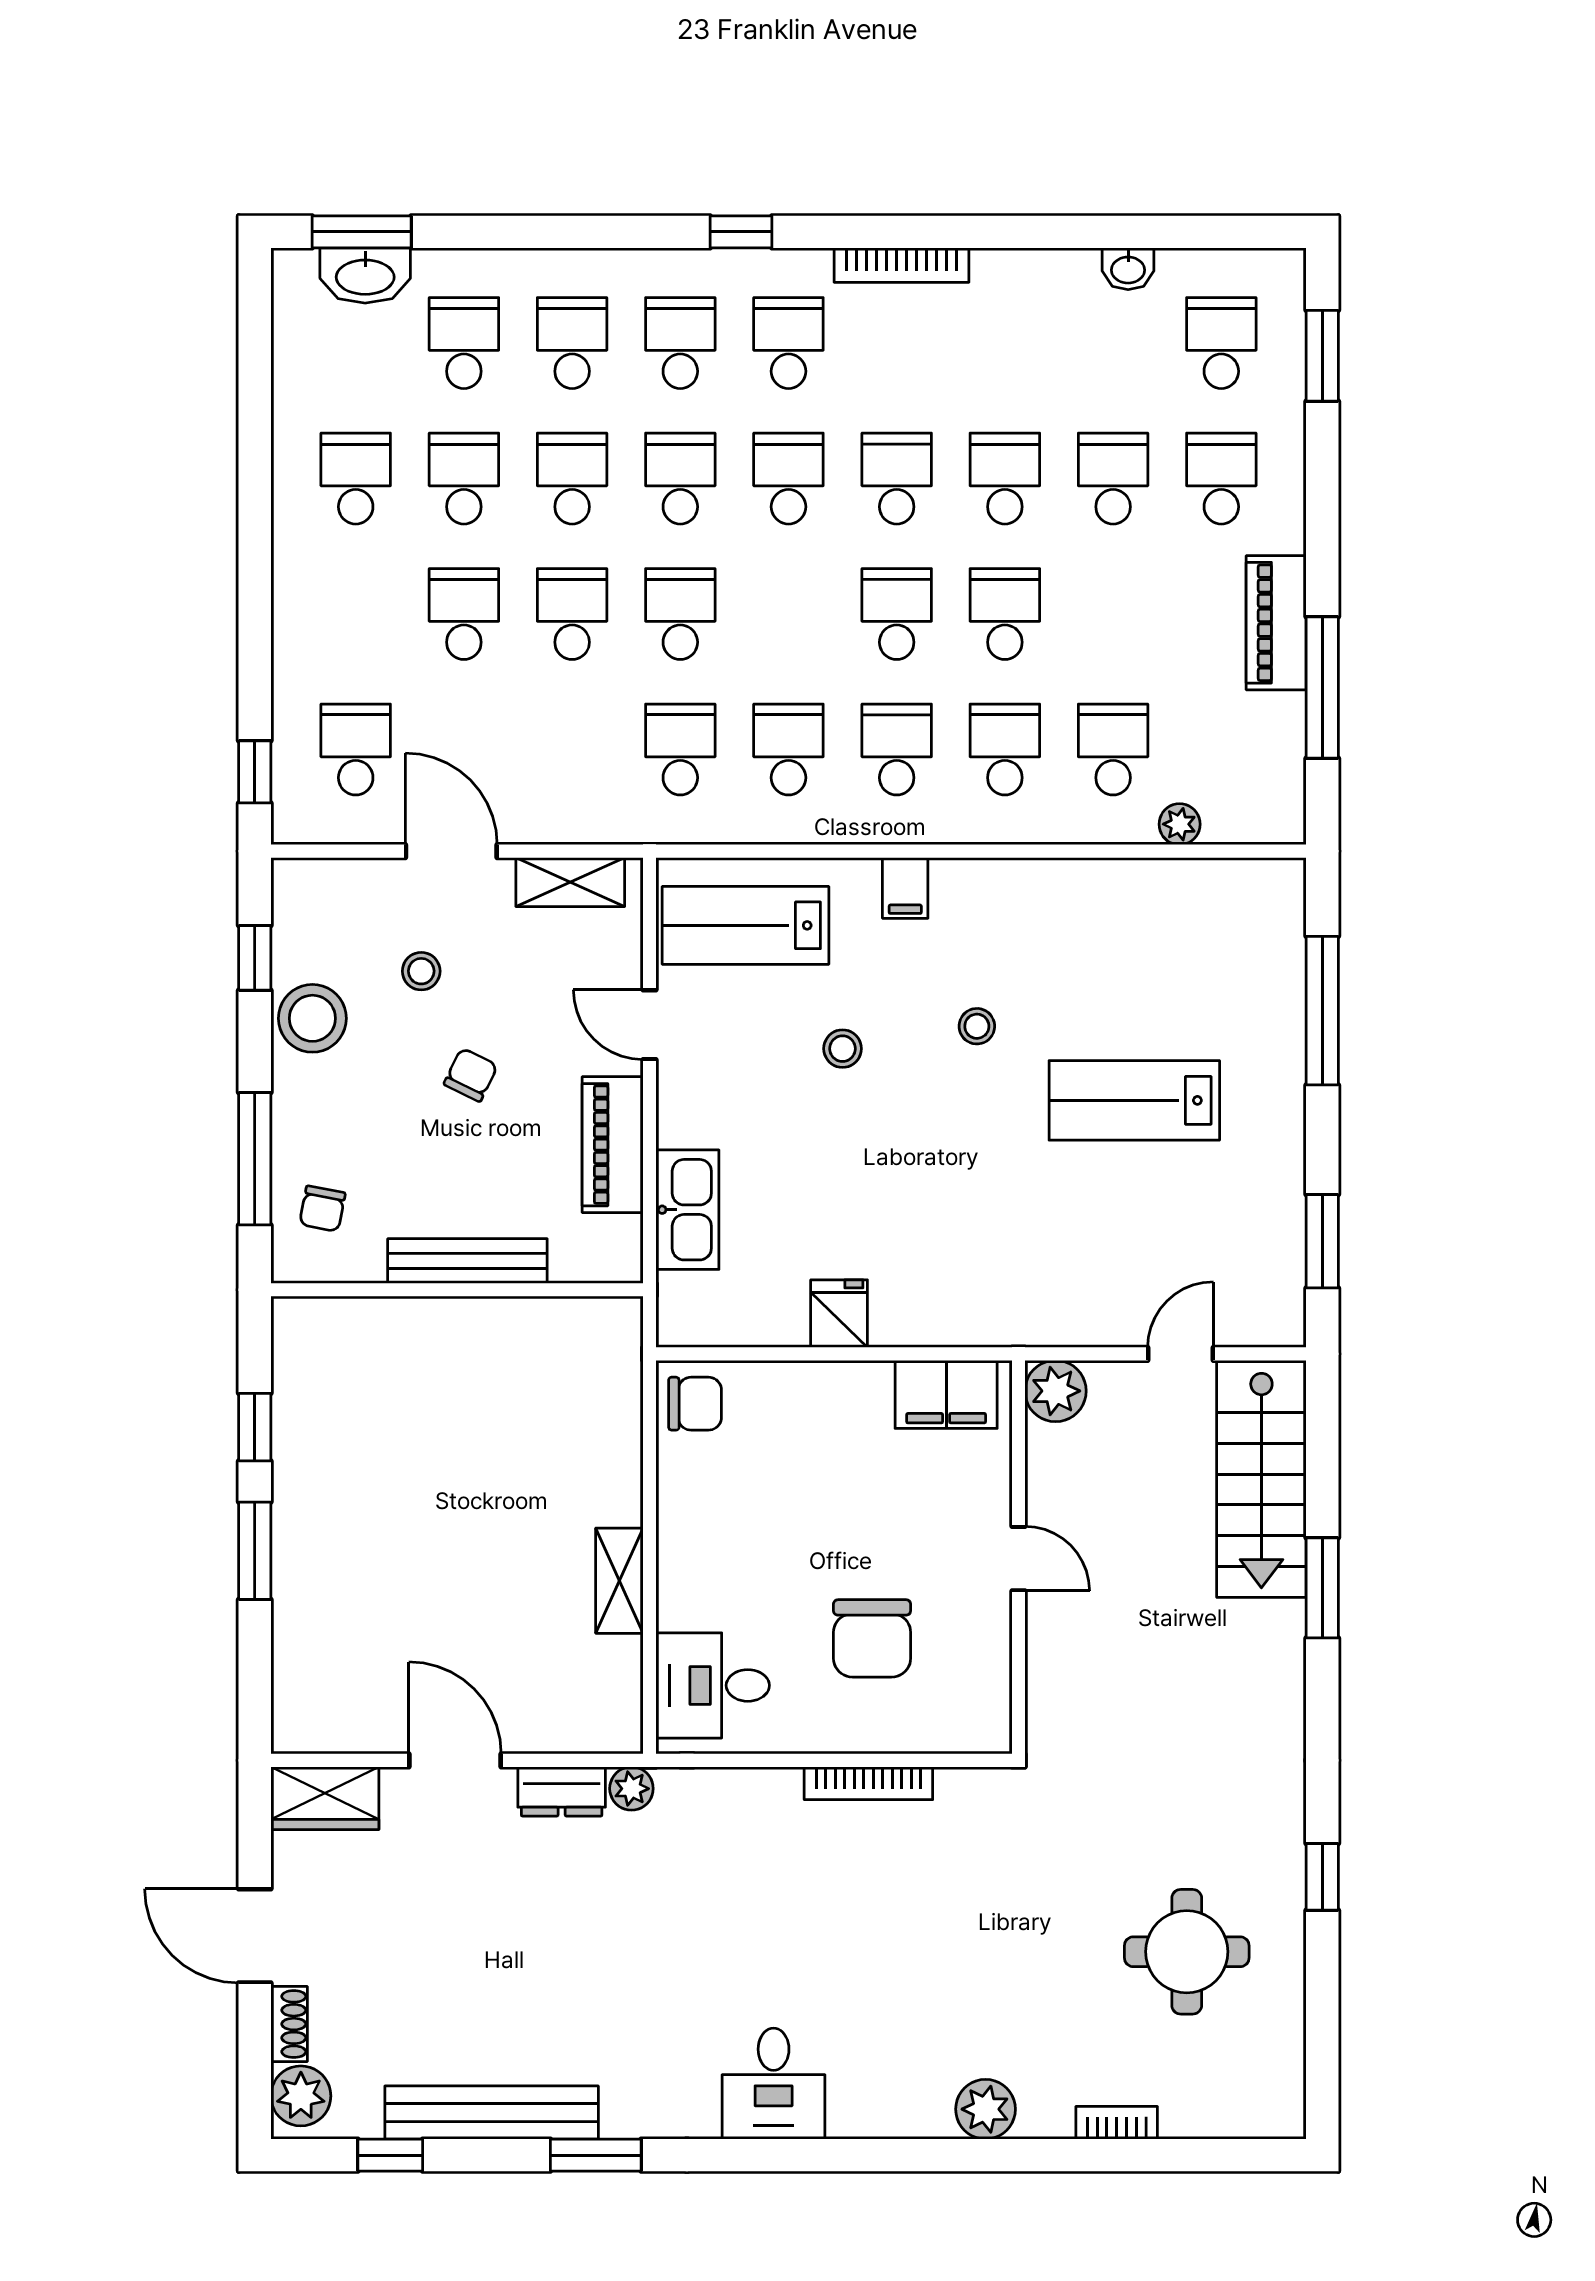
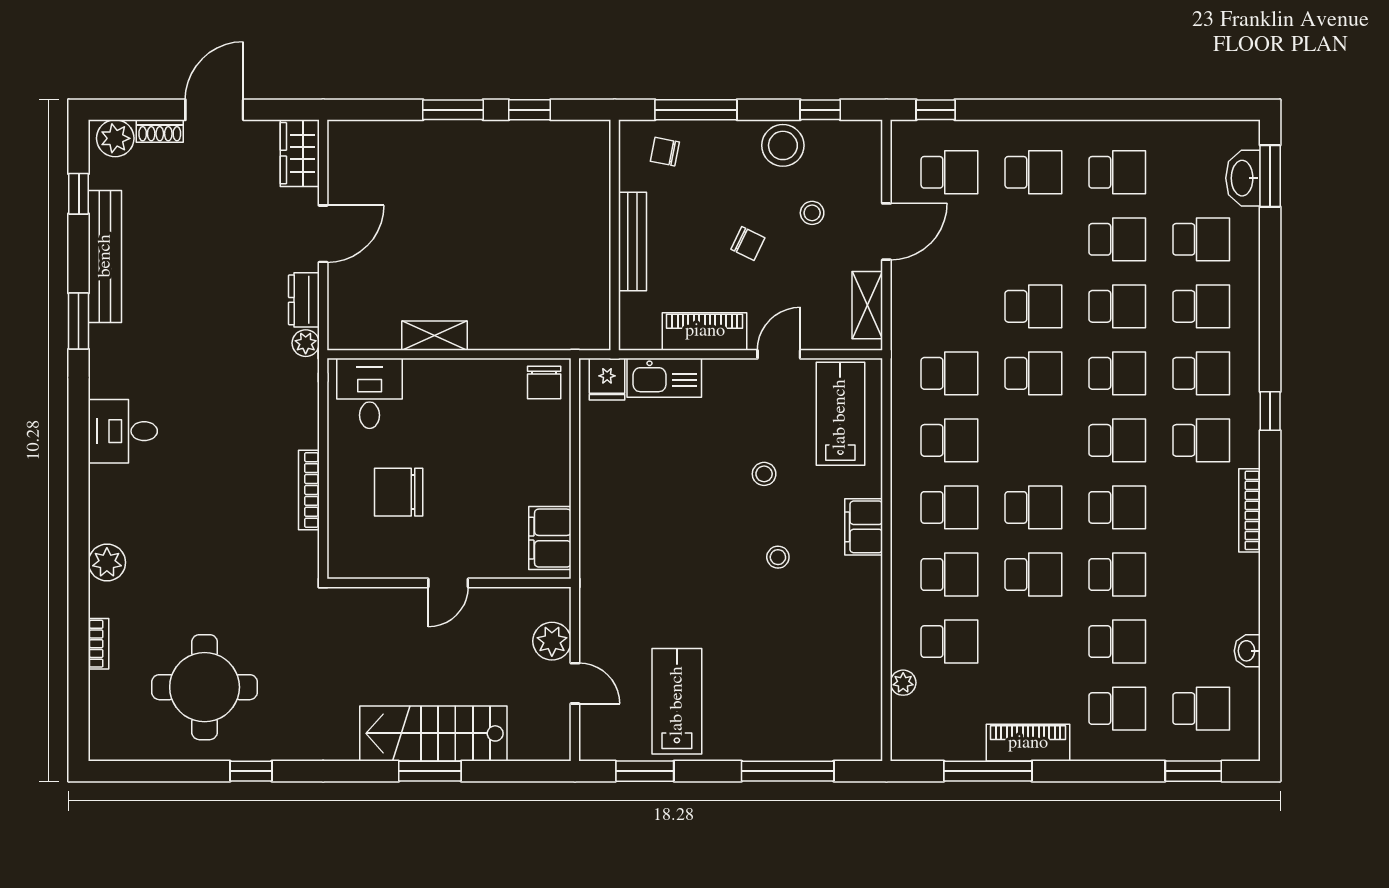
school desk: (464, 614) -> (1033, 172), moved
filing cabinet: (905, 888) -> (864, 527), width x2.00
lab bench: (1134, 1100) -> (677, 701), moved
fridge: (839, 1314) -> (607, 379), moved, turned 90
plant: (1056, 1391) -> (552, 641), moved
stairs: (1261, 1479) -> (433, 733), moved
round table: (1187, 1952) -> (205, 687), width x1.36, depth x1.36

